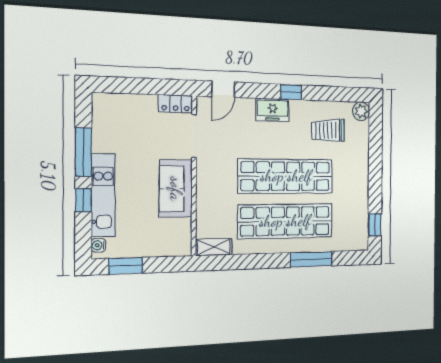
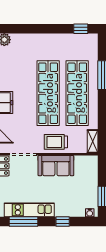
trolley: (328, 130) -> (56, 142), moved, turned 92
window: (83, 152) -> (24, 222), moved
kitchen unit: (103, 195) -> (29, 210), moved

